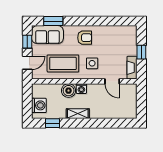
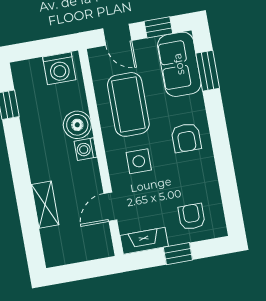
armchair: (124, 42) -> (192, 217), added
washing machine: (39, 105) -> (59, 68), moved
shelving: (78, 114) -> (45, 205), moved

